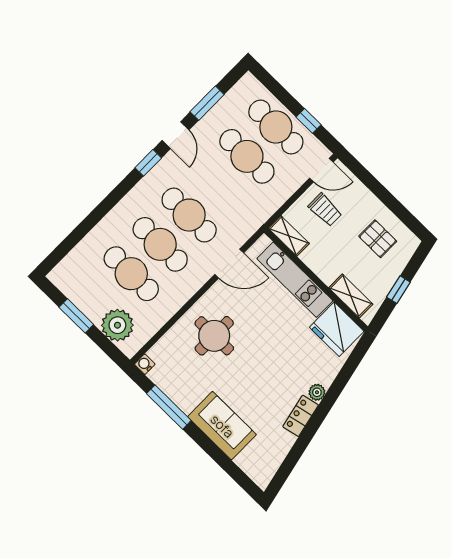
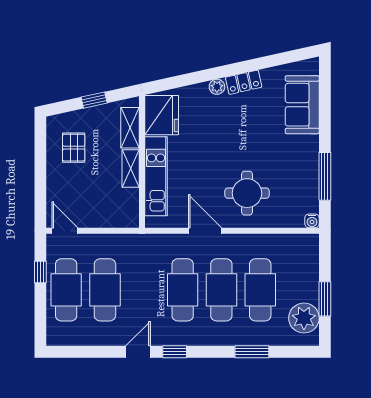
window: (207, 103) -> (252, 352), moved
trolley: (325, 210) -> (89, 202), removed
shelving: (289, 236) -> (131, 168), moved
door: (229, 264) -> (205, 231), moved
plant: (117, 325) -> (304, 318), moved
sofa: (222, 426) -> (302, 105), moved

